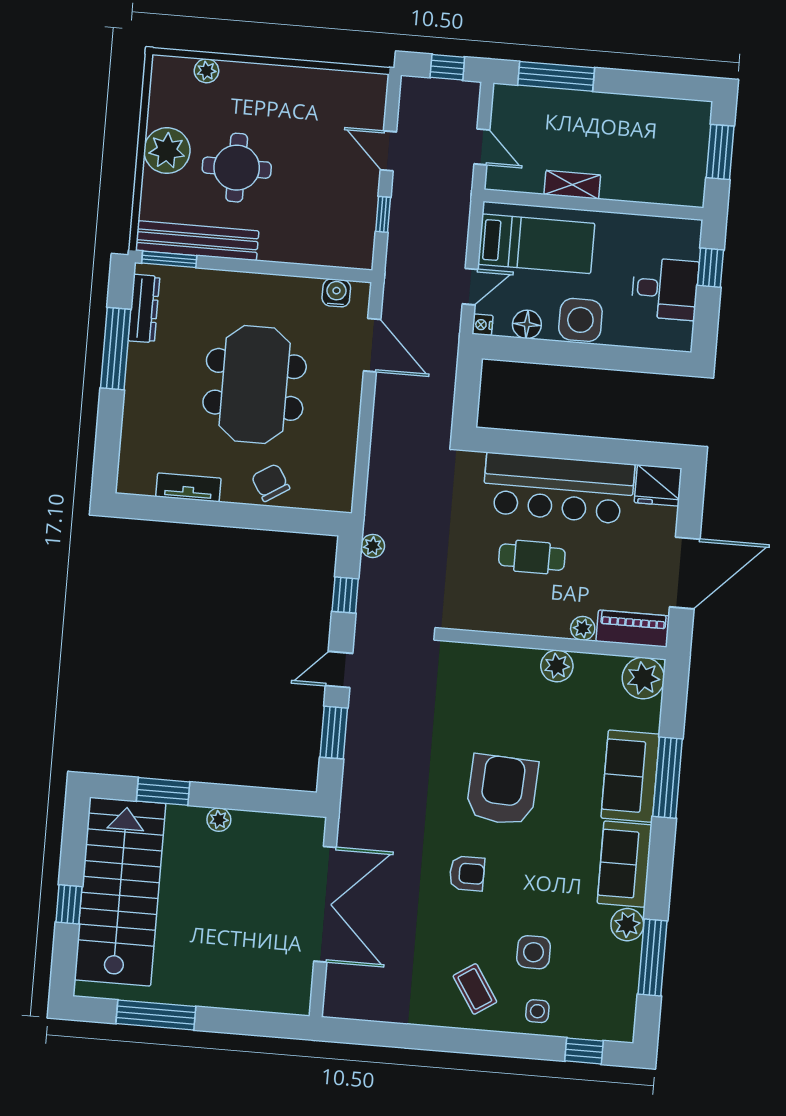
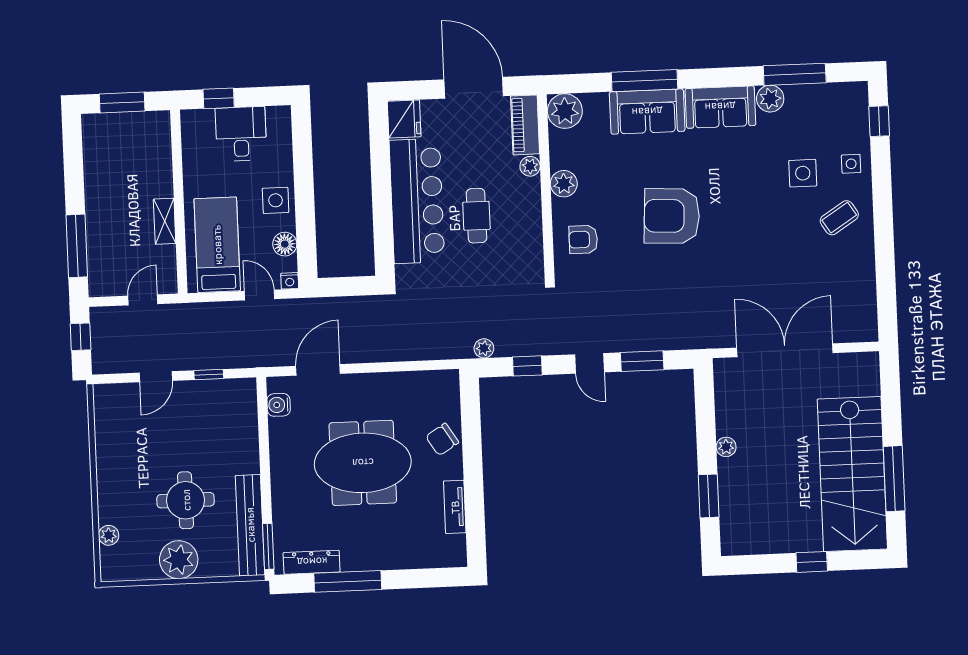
side table: (580, 320) -> (276, 200), width x0.73, depth x0.73
armchair: (467, 873) -> (583, 239), moved, turned -90
stairs: (120, 892) -> (852, 474), moved, turned -90

